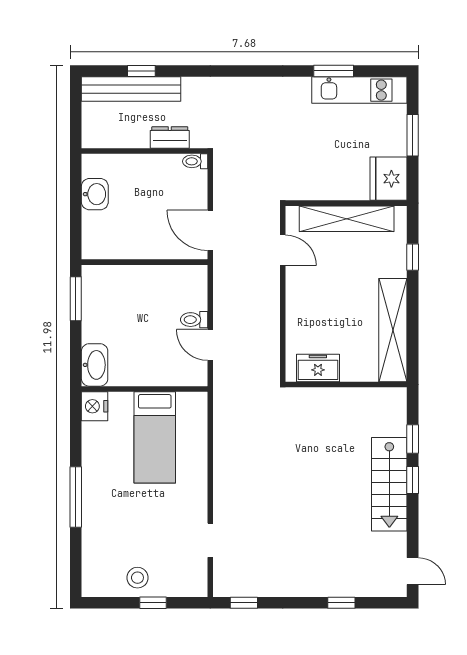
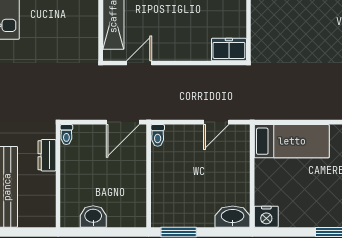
toilet: (194, 320) -> (158, 135), moved
freezer: (318, 368) -> (229, 49), moved, turned 90
bed: (155, 437) -> (292, 141), moved

